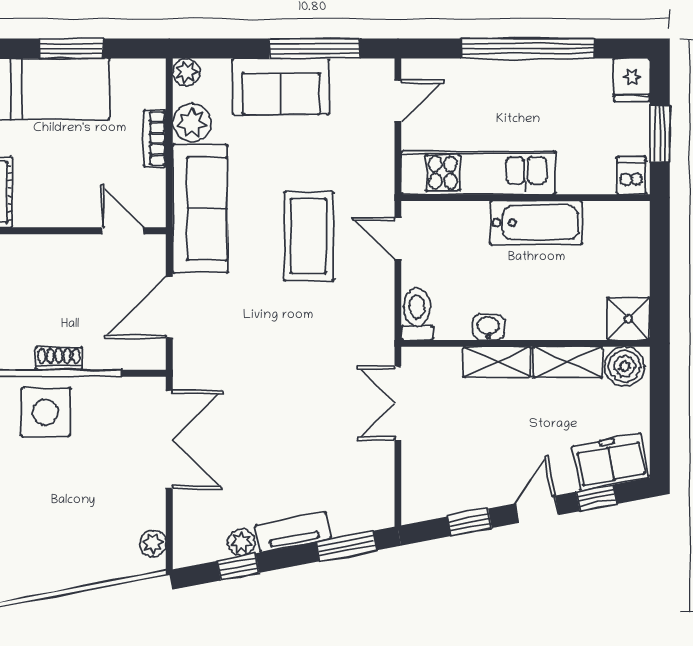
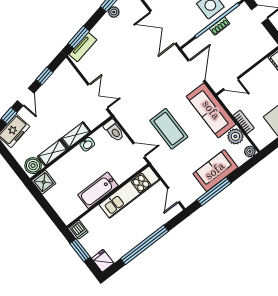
tv unit: (293, 532) -> (83, 47), moved

